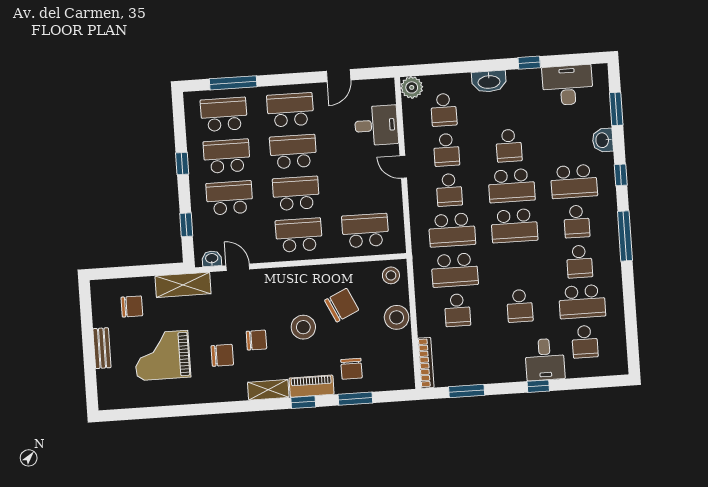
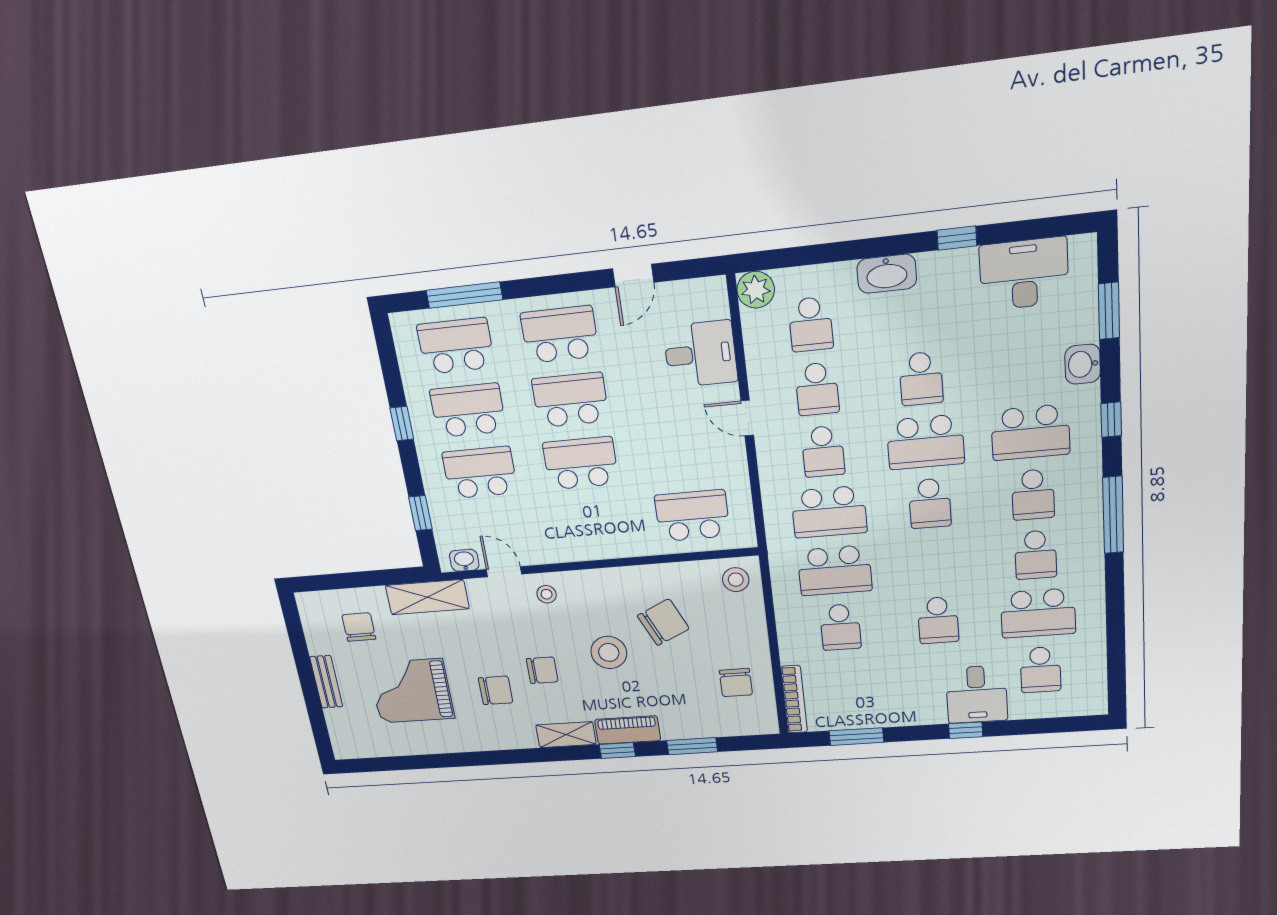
school desk: (514, 226) -> (930, 503), width x0.54
school desk: (299, 235) -> (591, 524), removed
chair: (132, 306) -> (359, 627), turned -90
stool: (397, 317) -> (547, 594), moved, width x0.53, depth x0.53
chair: (351, 369) -> (736, 683), moved

